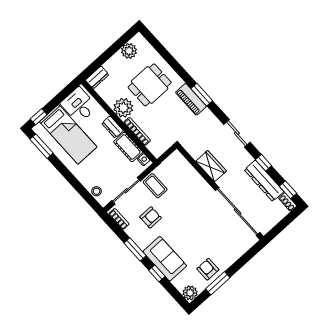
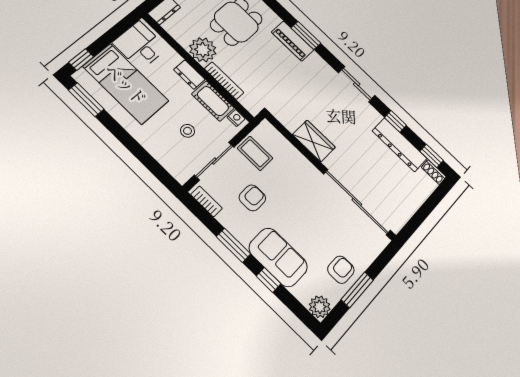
wardrobe: (211, 166) -> (314, 141), moved
stool: (96, 191) -> (188, 131), moved
wall: (220, 192) -> (330, 176), moved
sliding door: (238, 212) -> (357, 202), moved
armchair: (208, 269) -> (341, 270), turned 90

